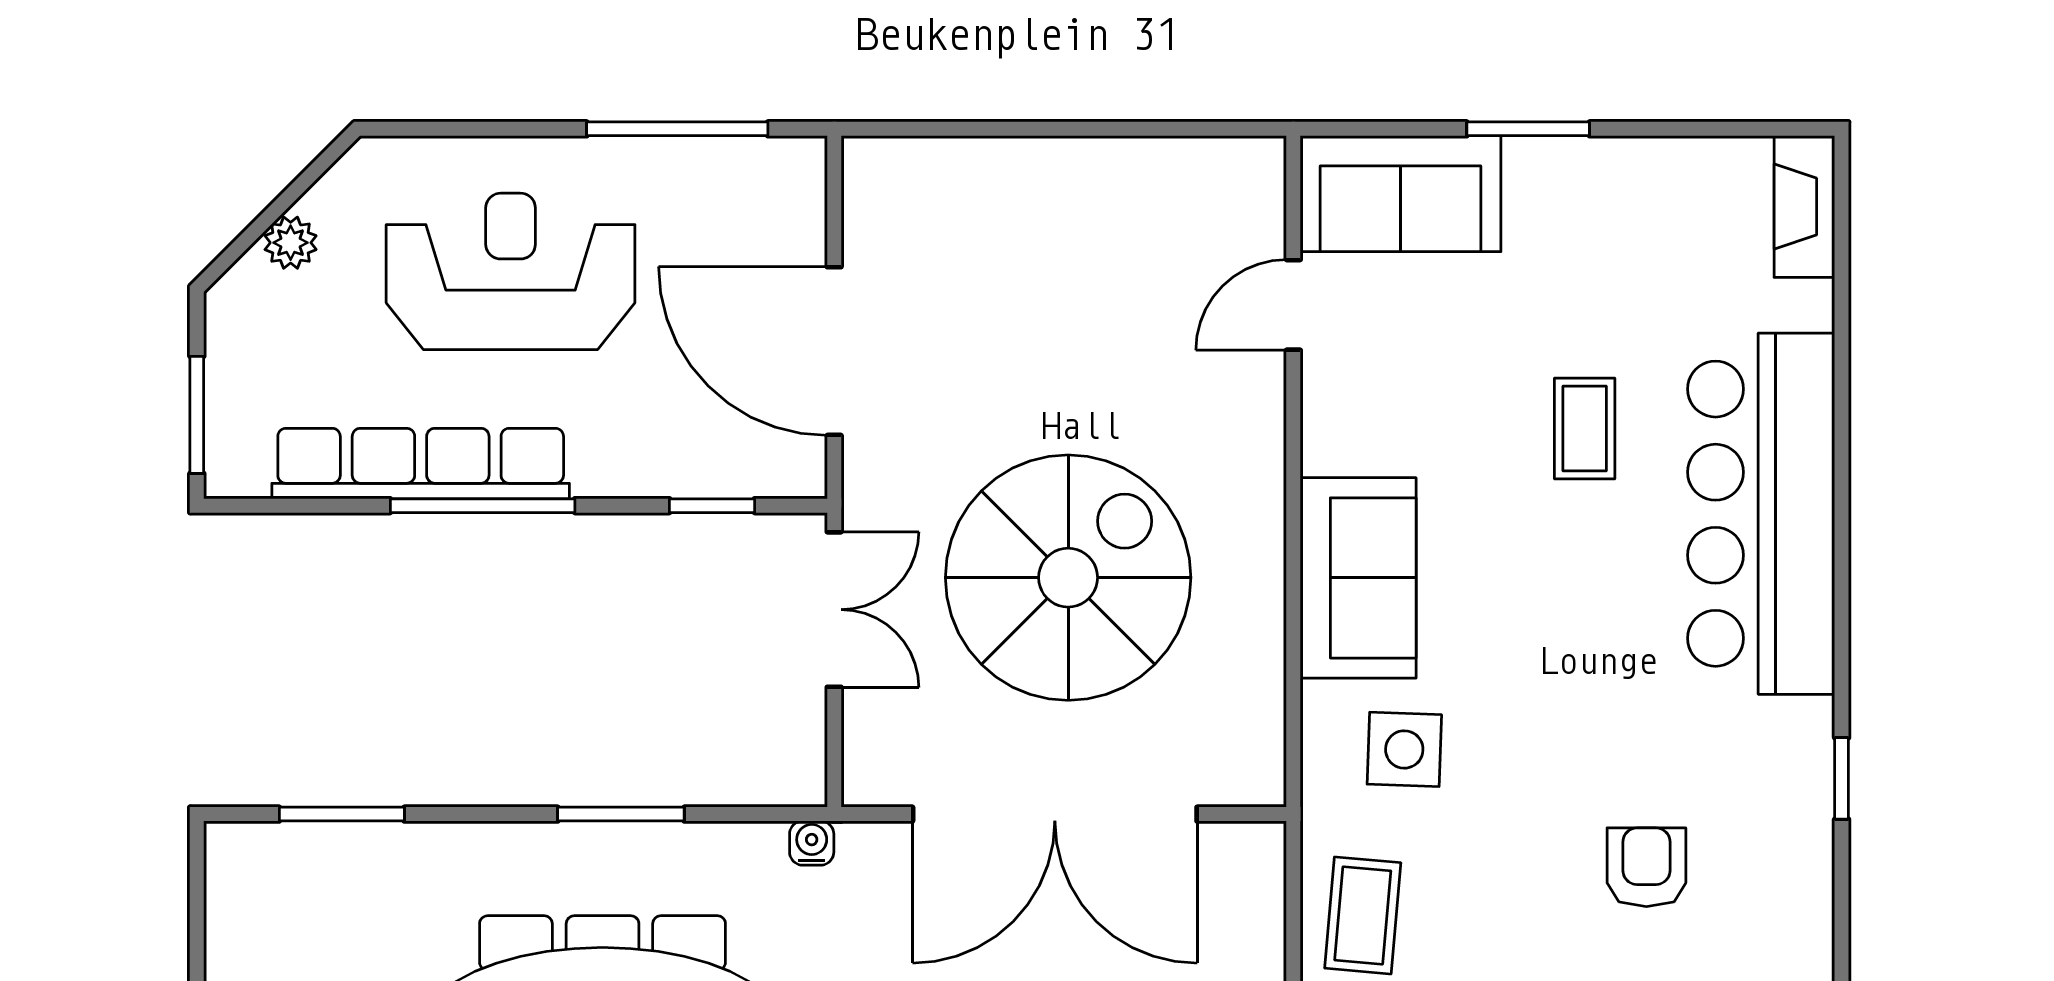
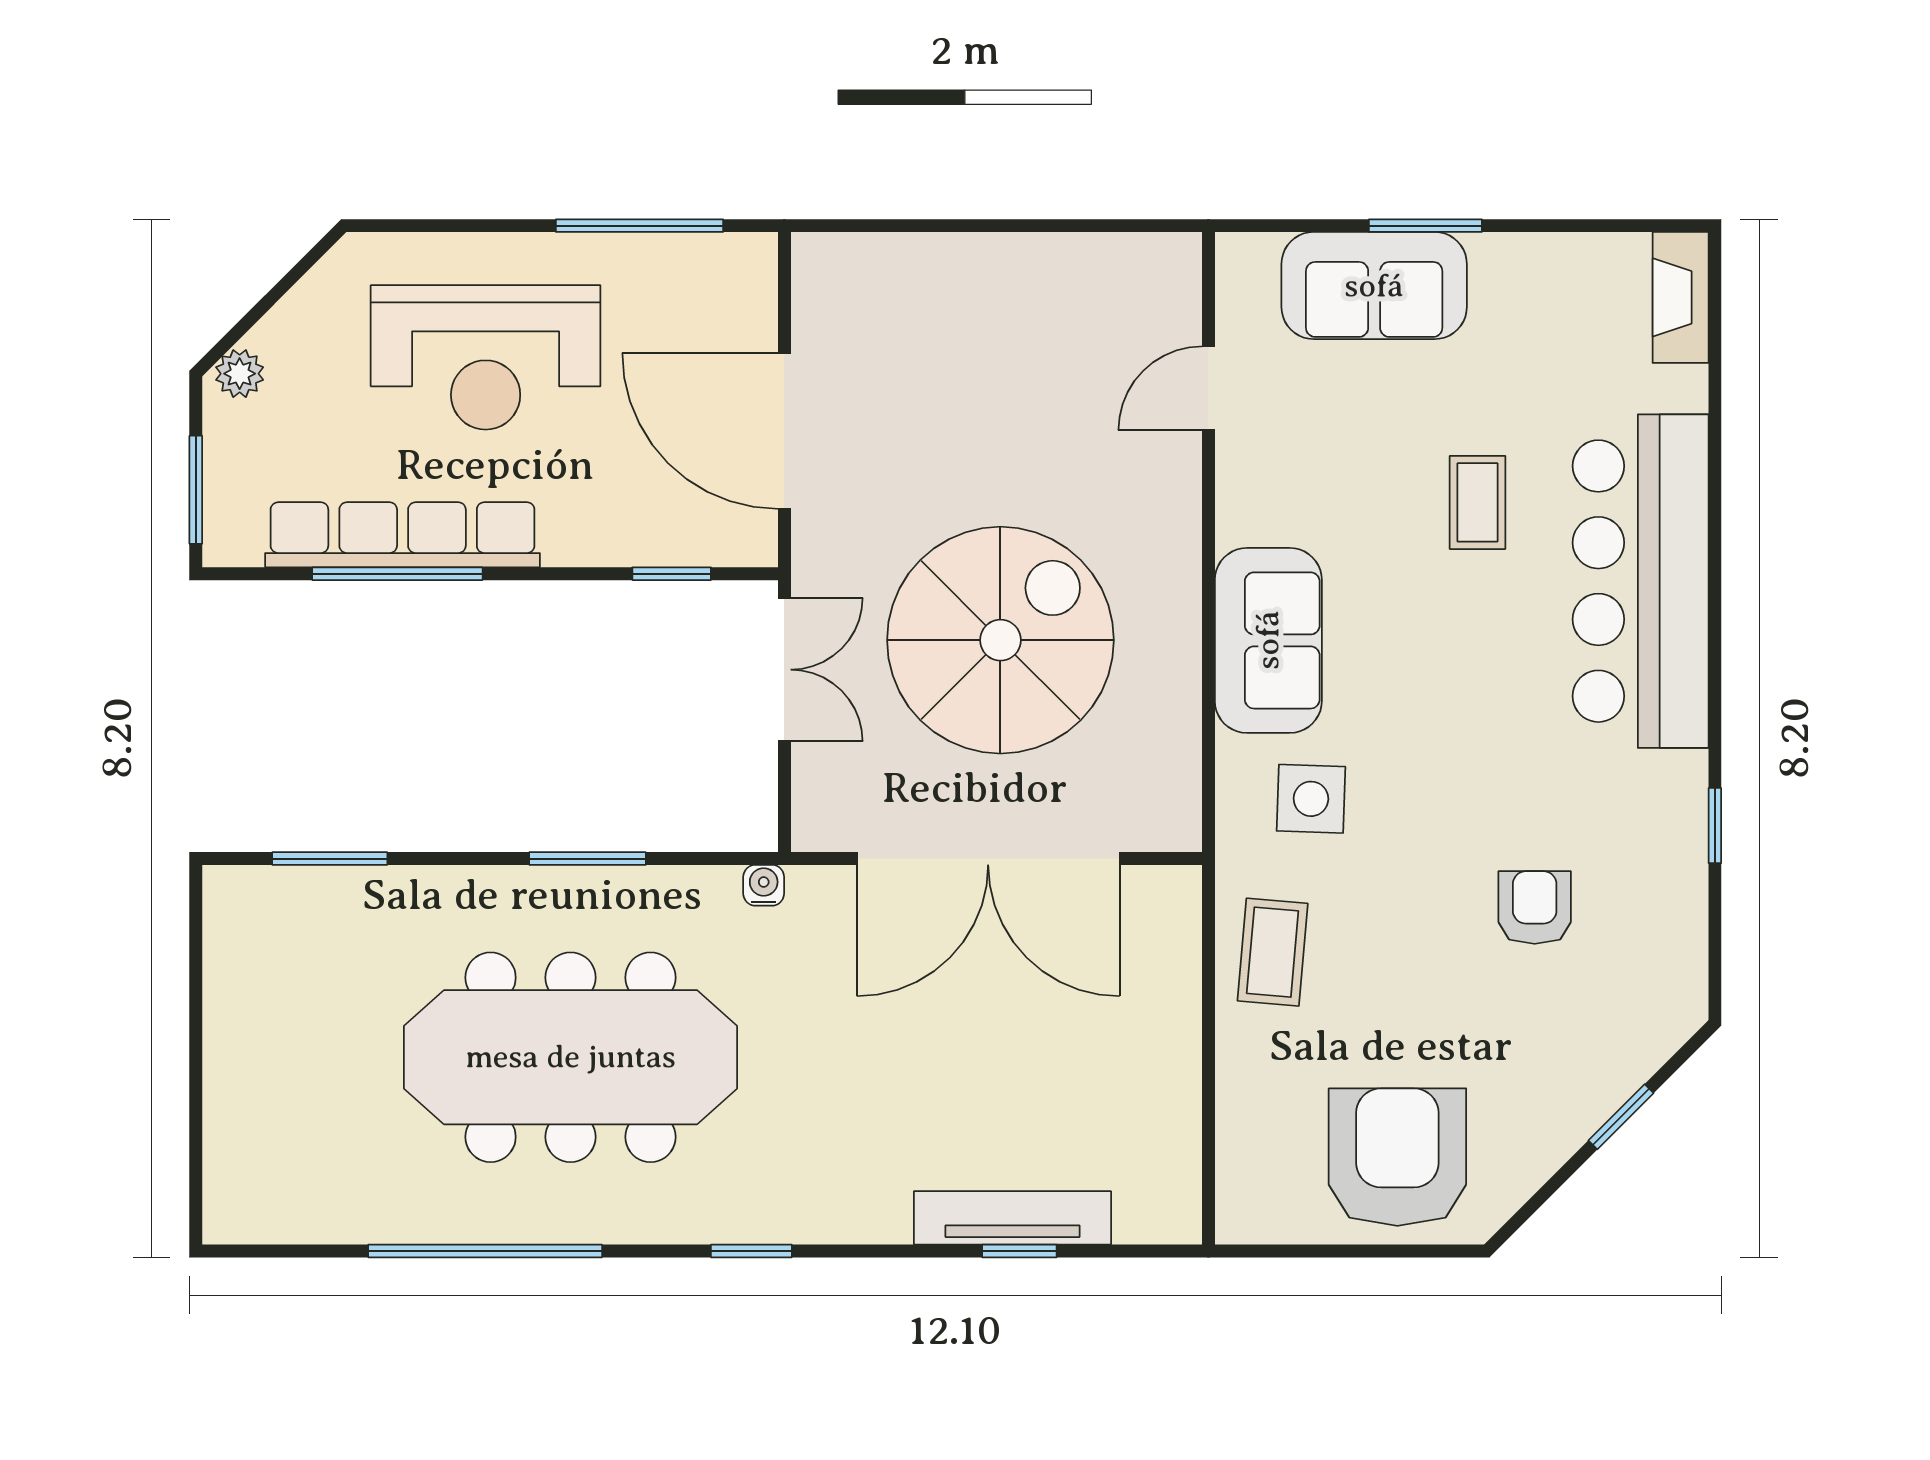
sofa: (1401, 194) -> (1374, 286), moved
plant: (291, 243) -> (240, 374), moved
reception desk: (511, 271) -> (486, 357), turned 180
window: (483, 506) -> (397, 574), moved

